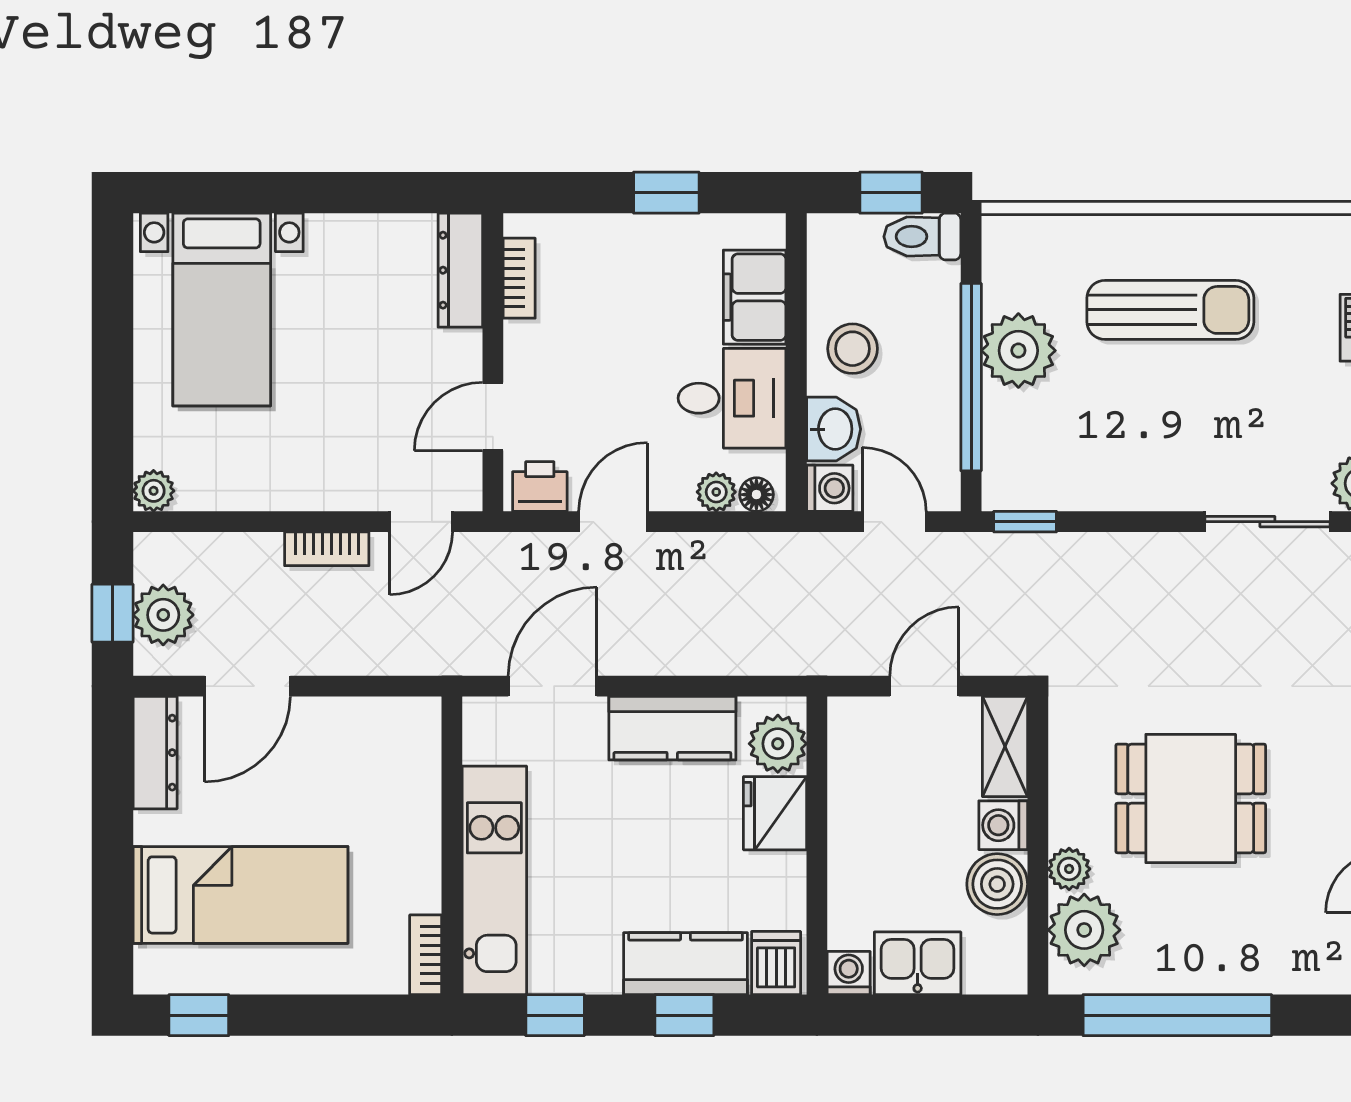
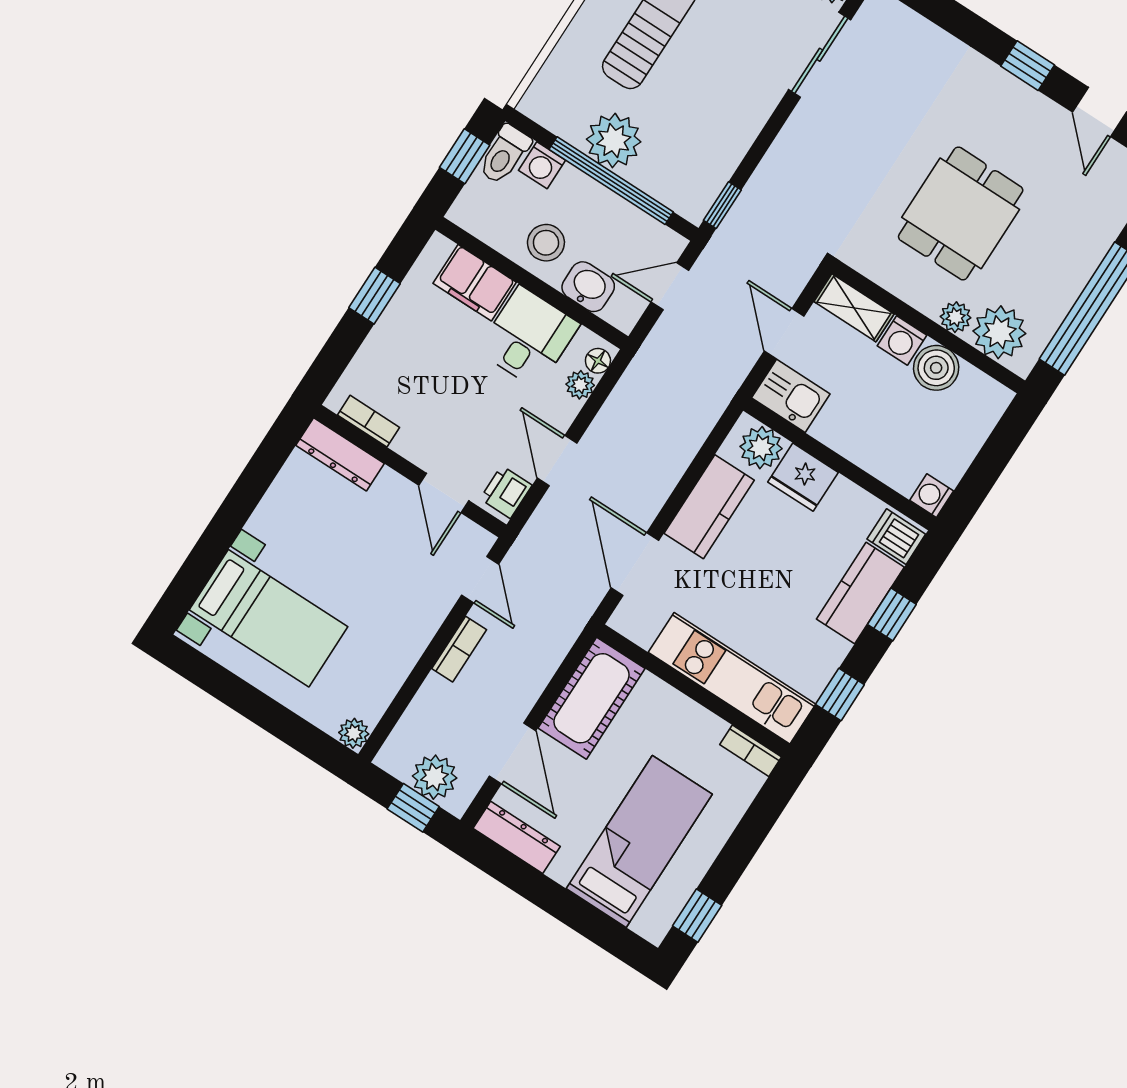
washing machine: (830, 488) -> (542, 165), moved, turned 180
cot: (368, 735) -> (592, 698), added
kitchen sink: (918, 963) -> (791, 396), moved, turned 90

